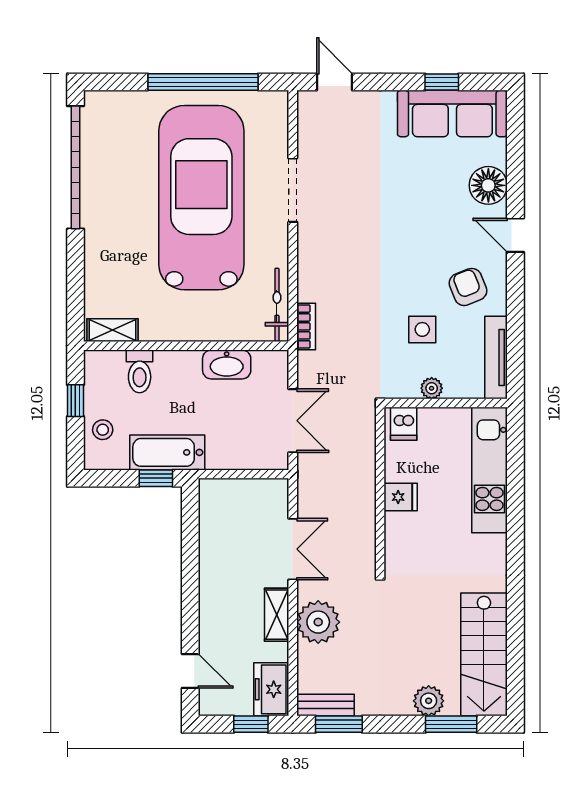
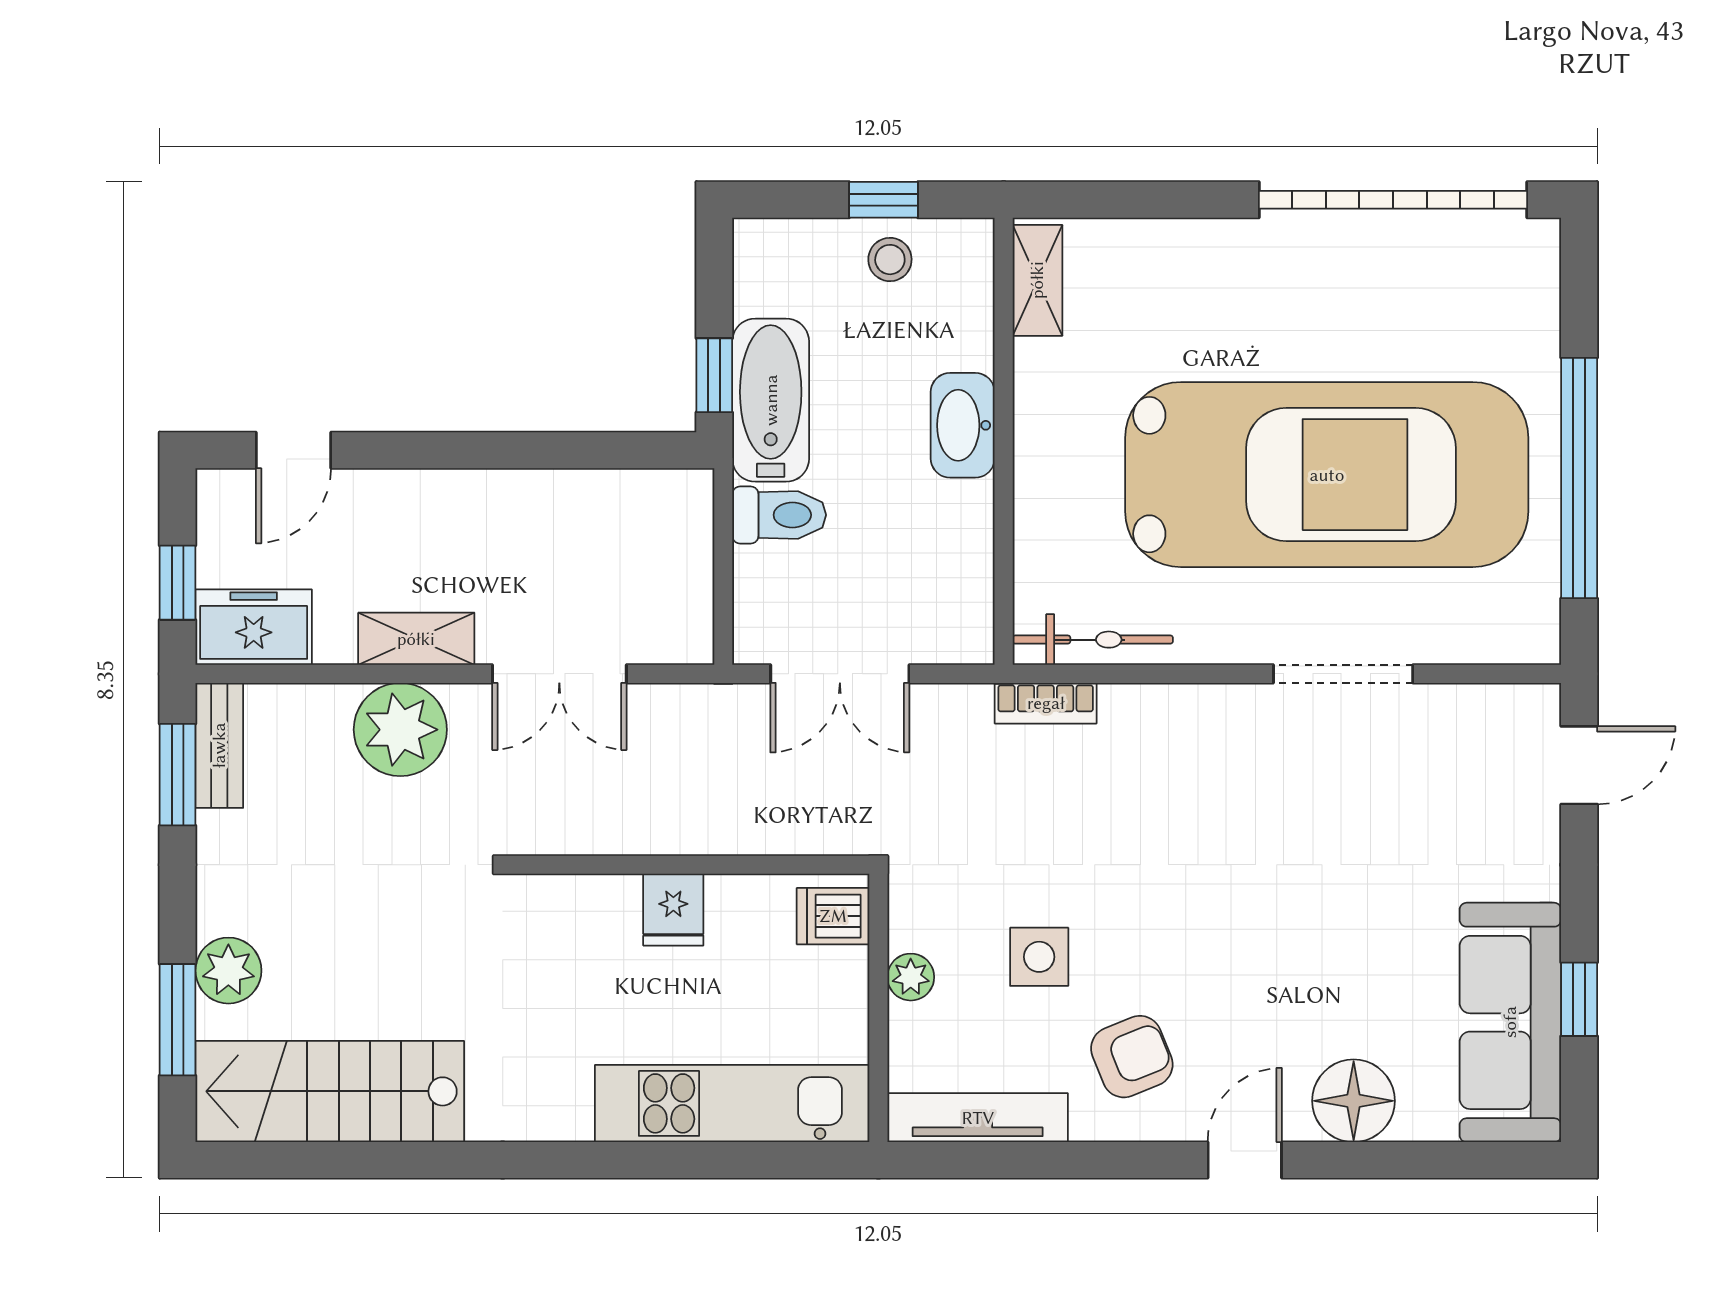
washbasin: (227, 364) -> (963, 425), moved
toilet: (140, 371) -> (779, 515), moved, turned 180
stool: (103, 430) -> (890, 260), moved

